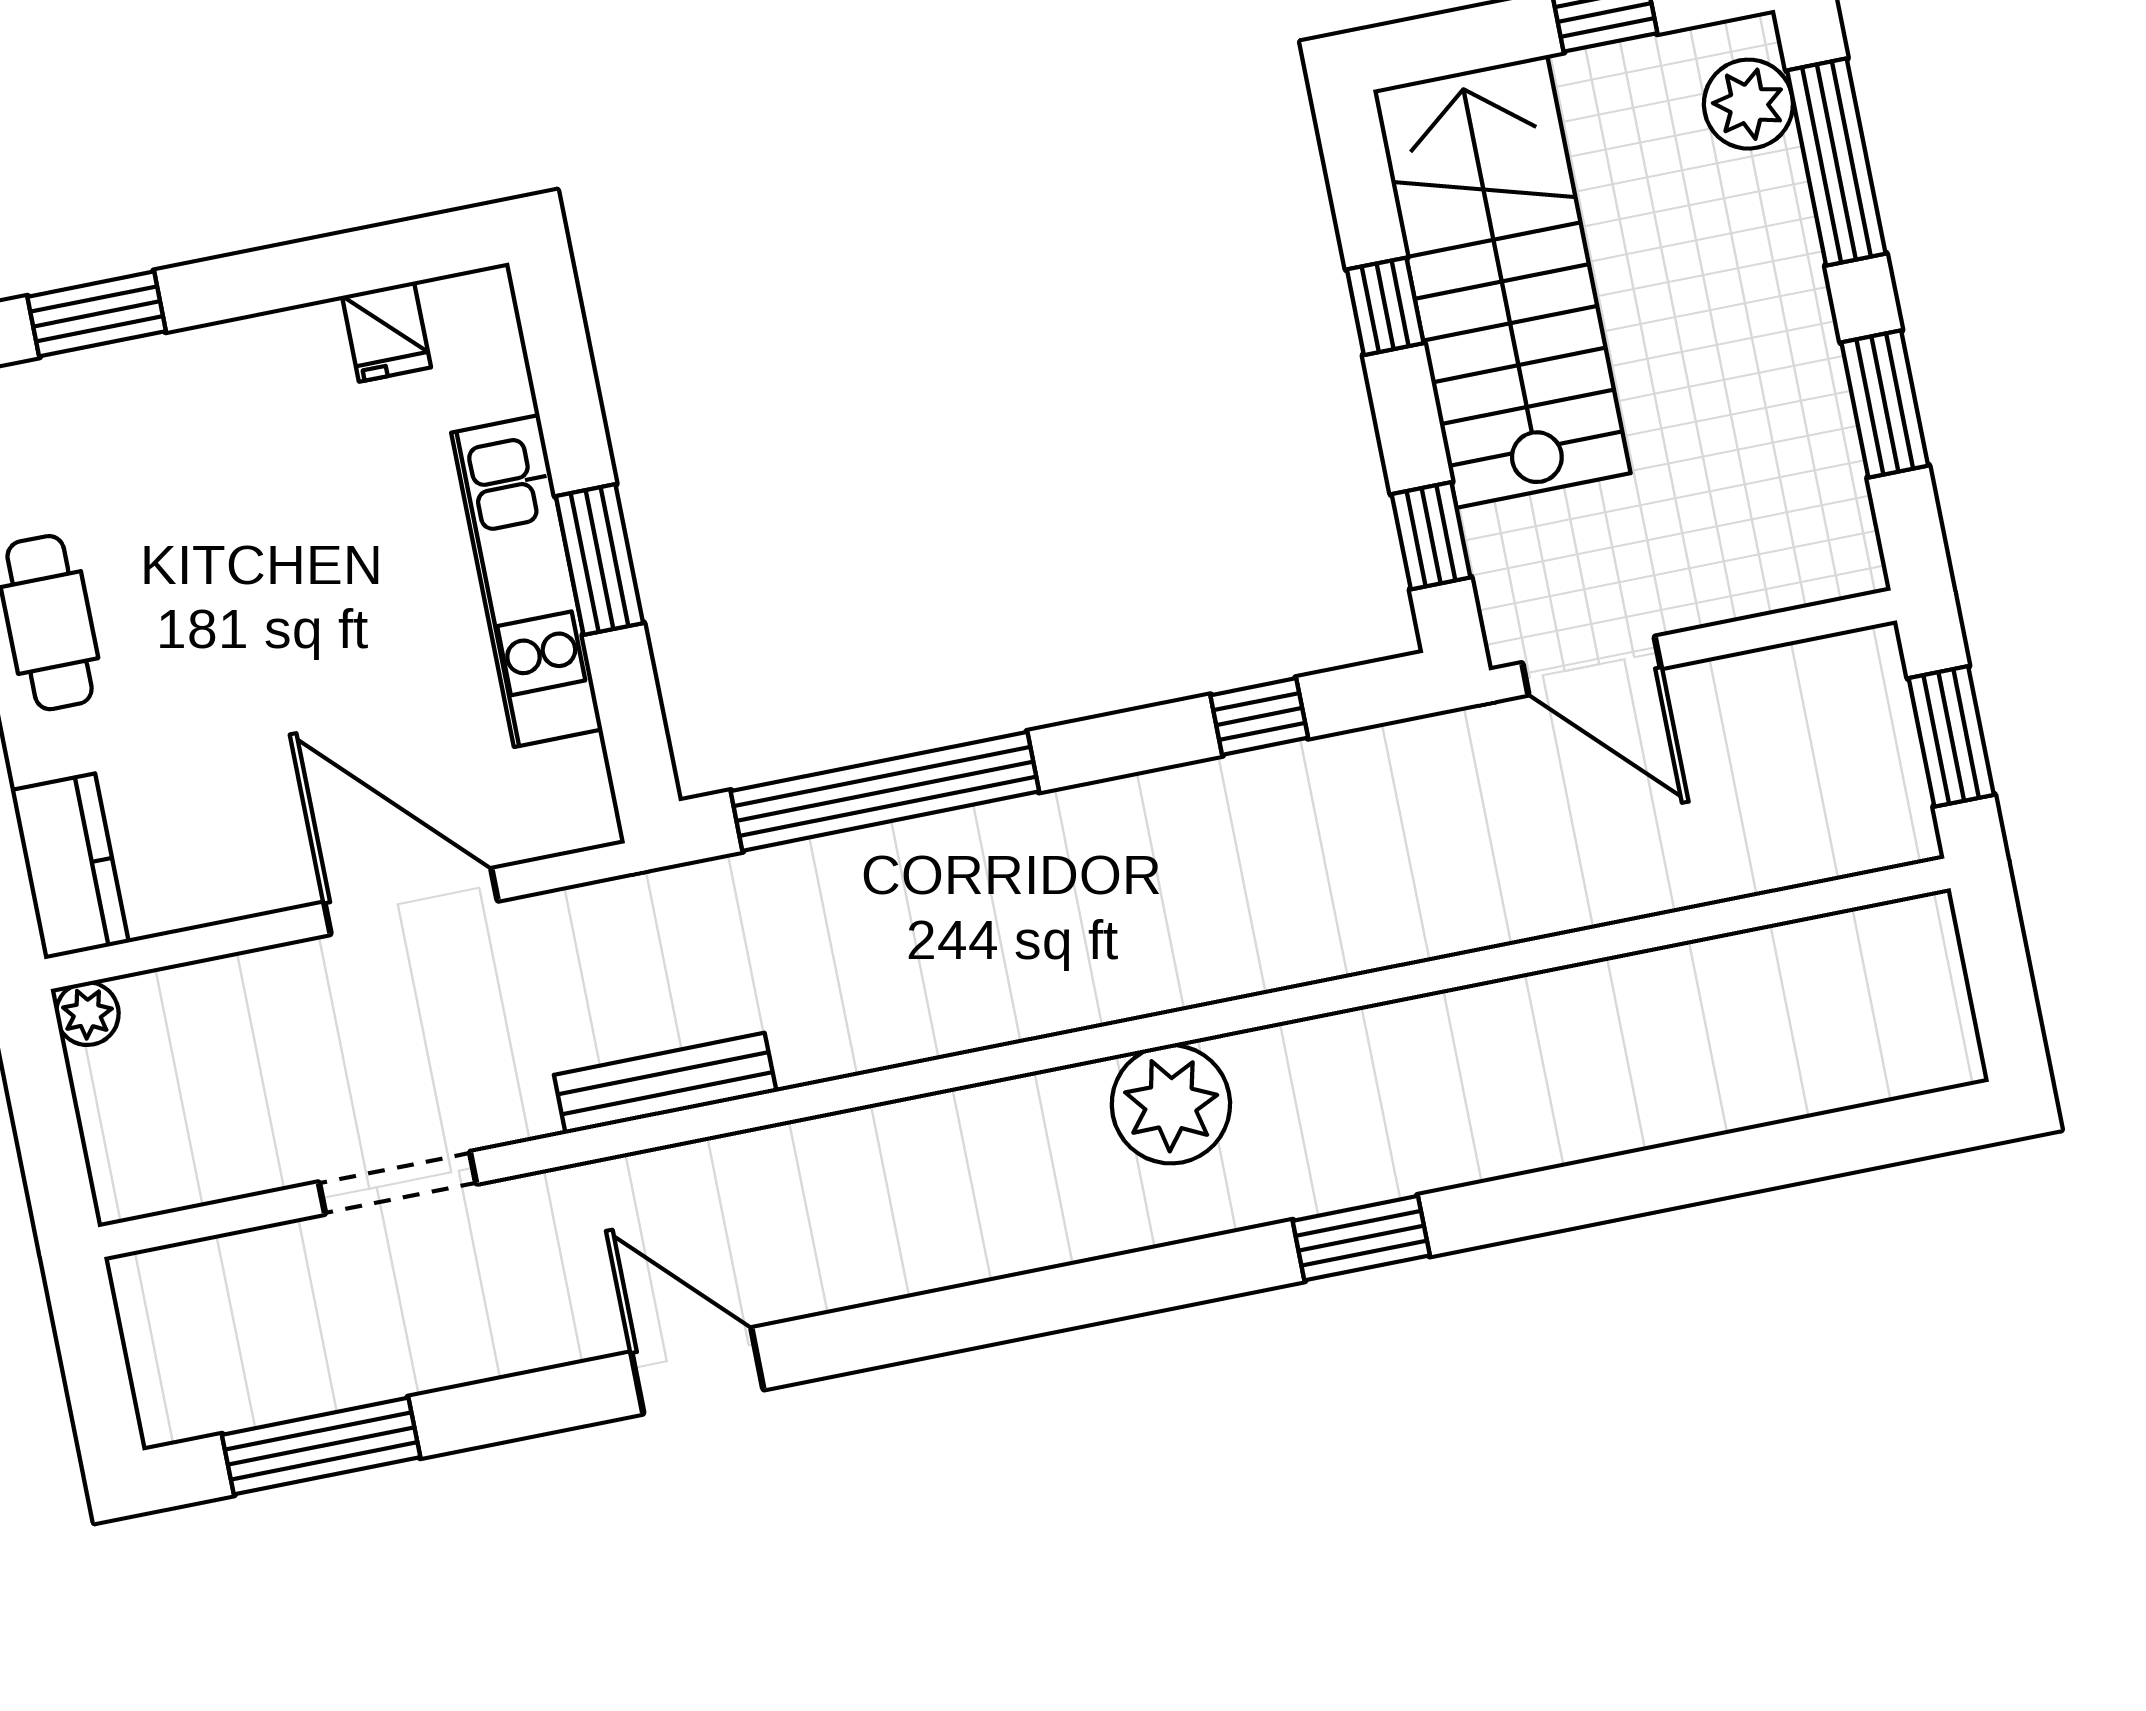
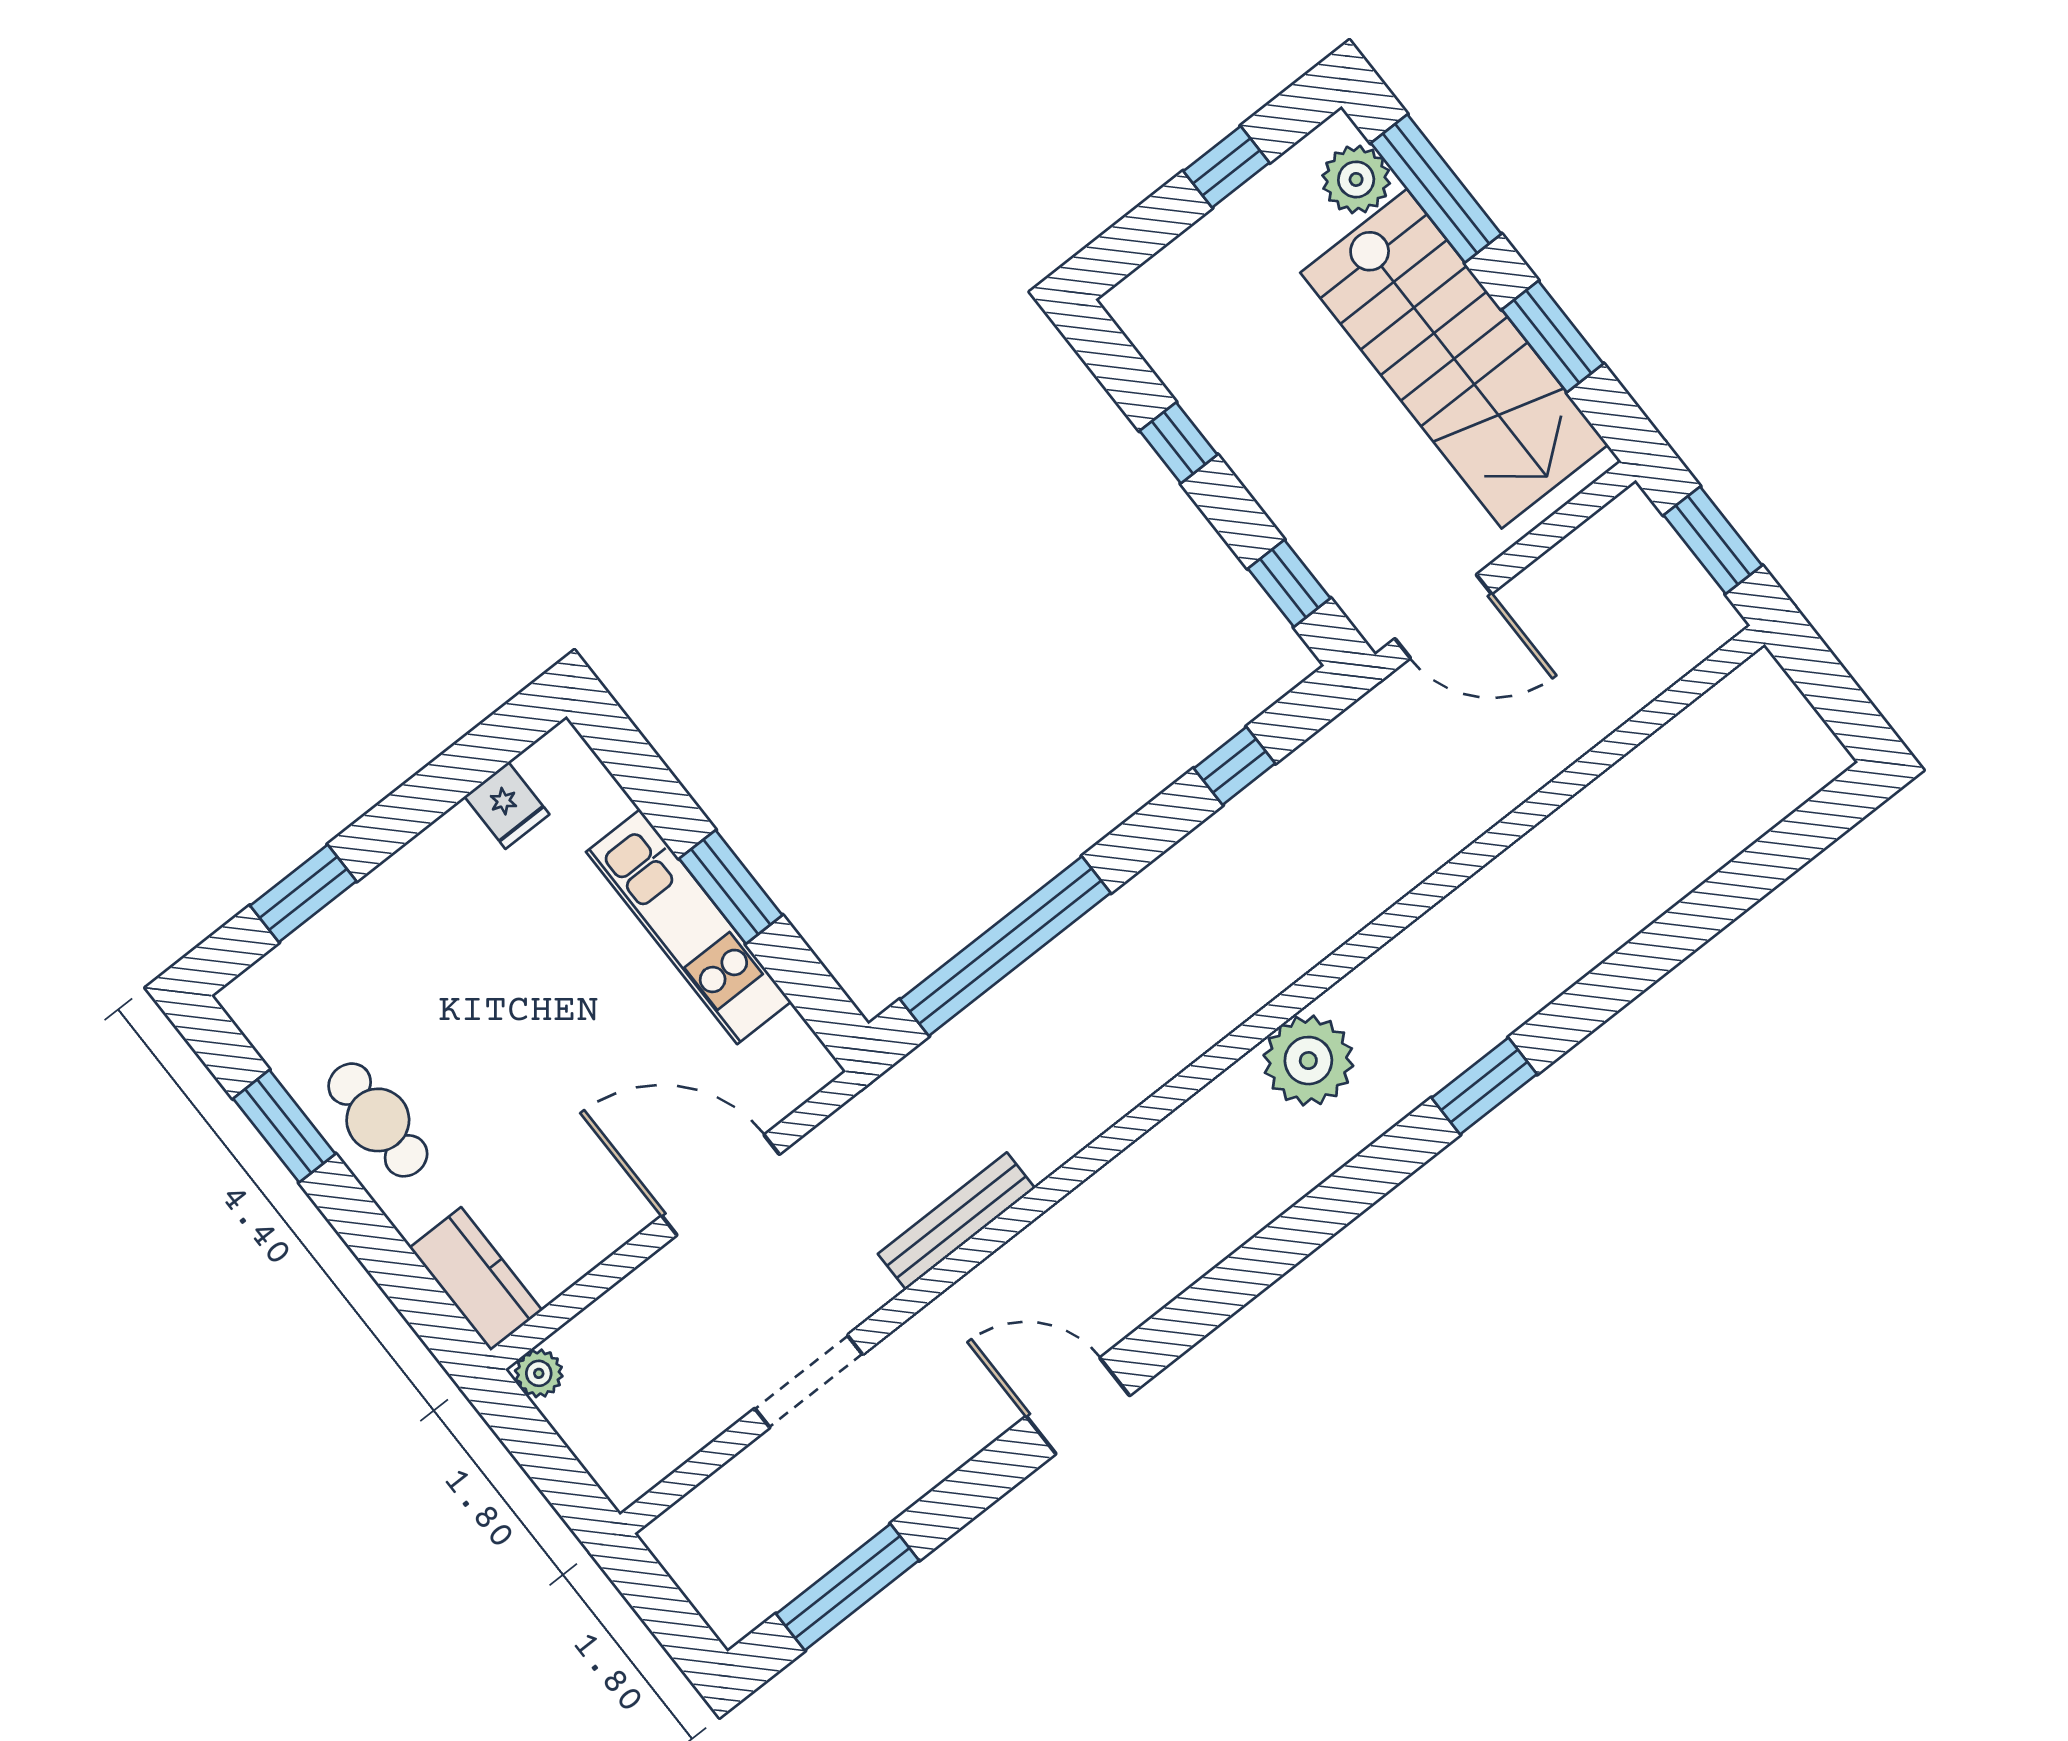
stairs: (1502, 282) -> (1454, 359), moved, turned 180

